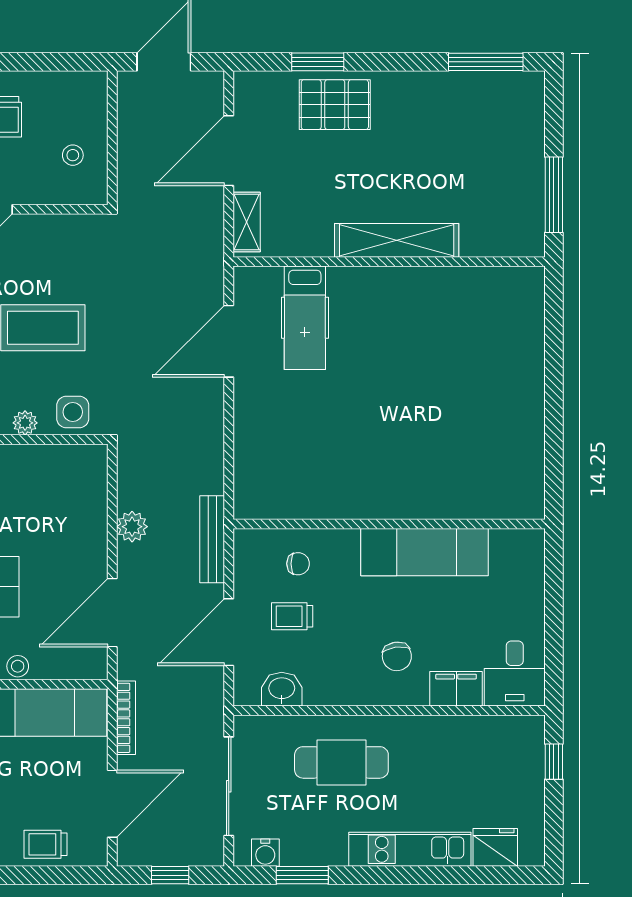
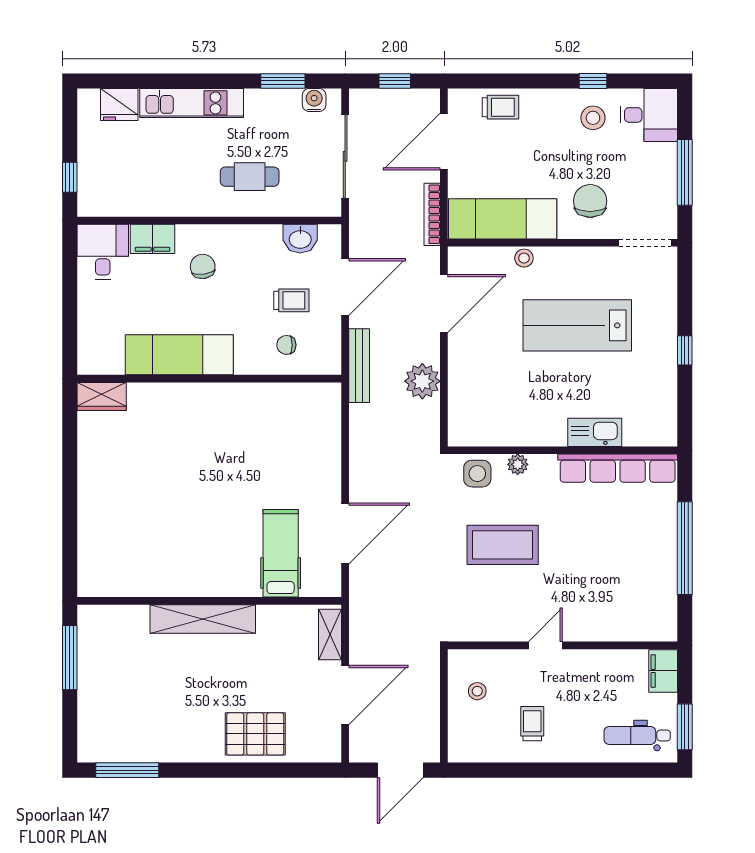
window: (318, 62) -> (270, 770), removed
wardrobe: (516, 503) -> (102, 397), added
plant: (132, 527) -> (422, 381), width x1.36, depth x1.36
cafe table: (341, 762) -> (250, 177), width x0.73, depth x0.74

